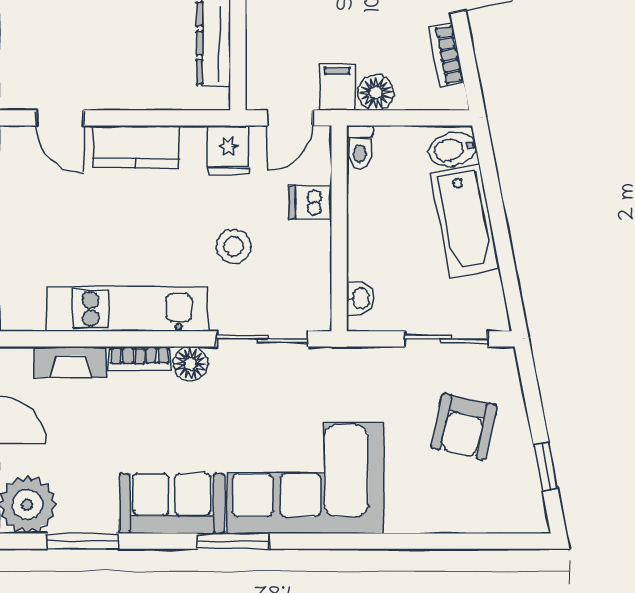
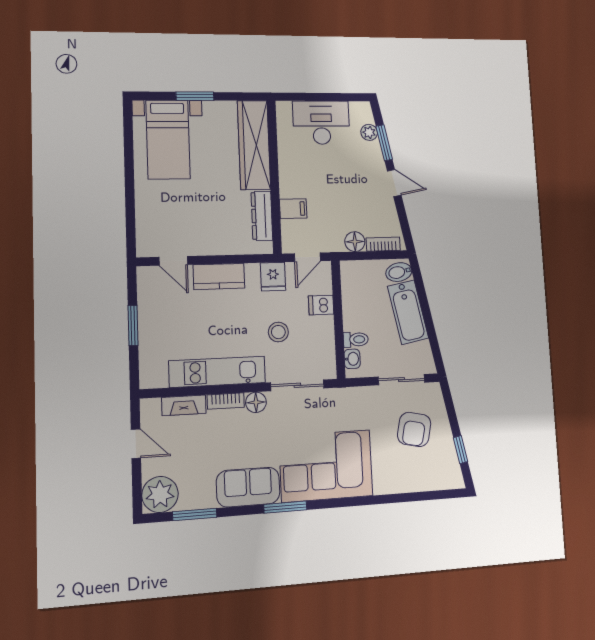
bookcase: (446, 55) -> (383, 244), moved, turned 101
filing cabinet: (337, 87) -> (293, 209), moved, turned 90
toilet: (360, 147) -> (356, 340), moved, turned -90

